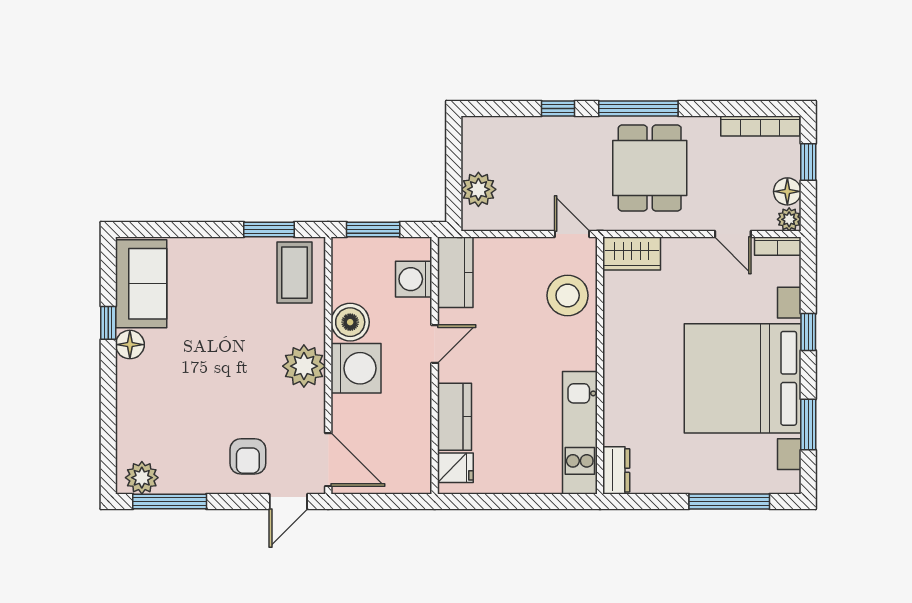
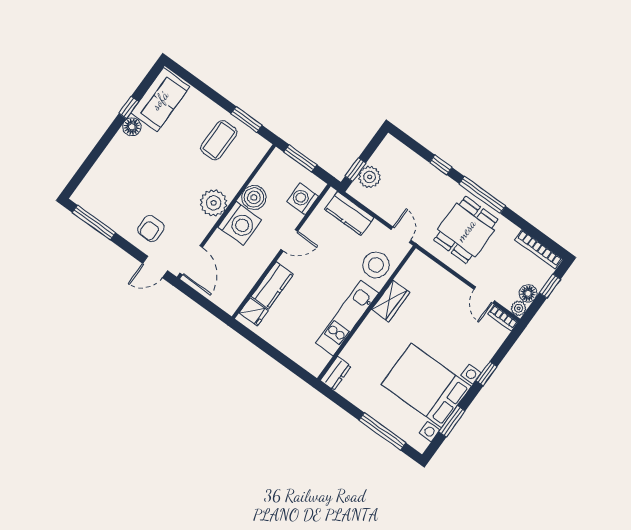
window: (454, 193) -> (355, 170), added
wardrobe: (632, 254) -> (391, 301), moved, turned -90
kitchen counter: (455, 272) -> (349, 213), moved, turned 90
coffee table: (294, 273) -> (219, 140), moved
bed with nightstands: (743, 378) -> (426, 385), width x0.73
kitchen unit: (580, 433) -> (347, 318), moved
plant: (142, 478) -> (88, 200), removed

